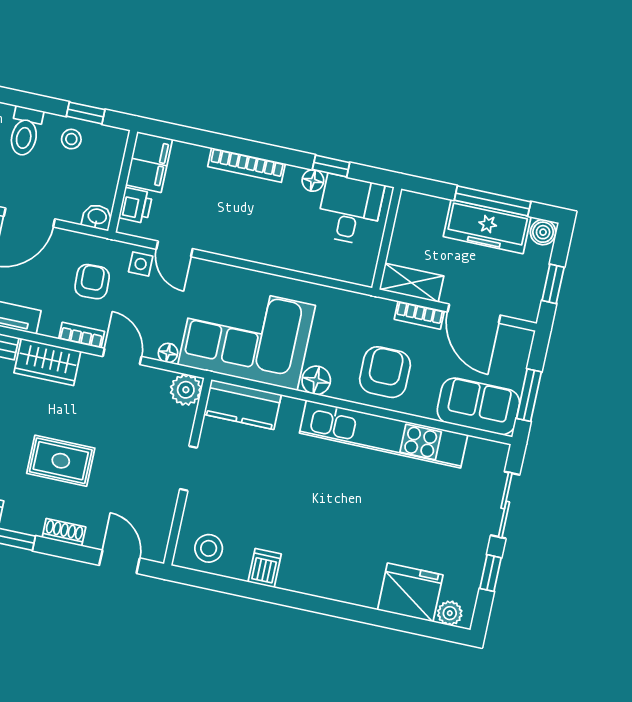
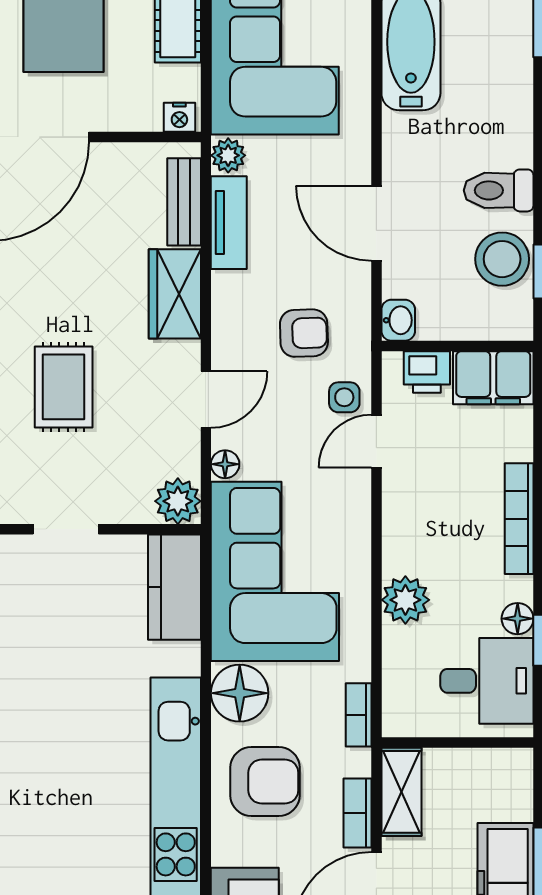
stool: (71, 139) -> (502, 259), width x1.89, depth x1.89
plant: (284, 252) -> (405, 600), added
bookcase: (82, 335) -> (359, 715), moved, turned 180
floor lamp: (316, 380) -> (240, 693), width x1.38, depth x1.38
rug: (61, 461) -> (64, 387), moved

